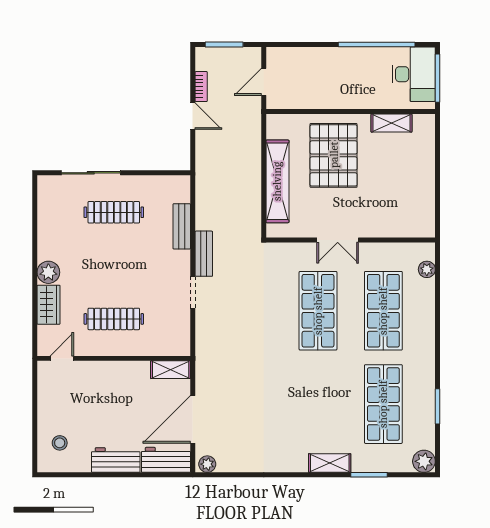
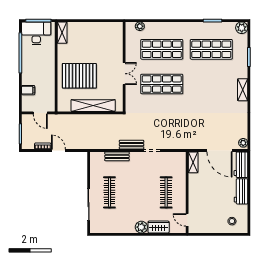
filing cabinet: (307, 59) -> (28, 90), added
door: (193, 116) -> (58, 150), hinge flipped
shelving: (391, 123) -> (62, 33), moved
shelving: (330, 463) -> (243, 90), moved

